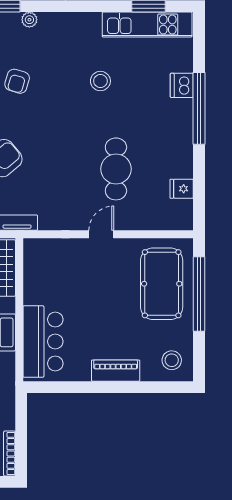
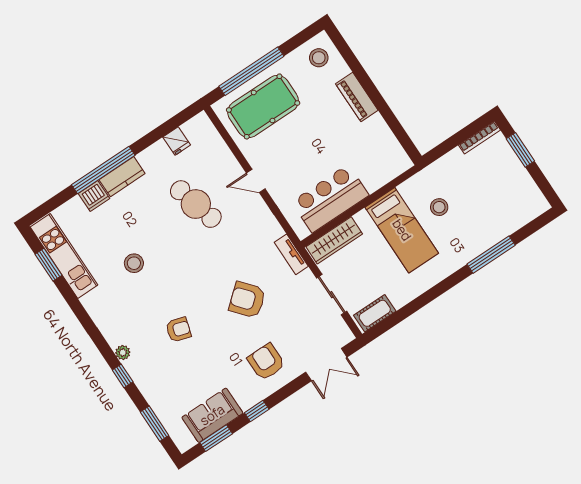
kitchen counter: (182, 121) -> (122, 177), added
cafe table: (116, 169) -> (196, 204), turned 75
bar counter: (43, 341) -> (330, 199), moved

